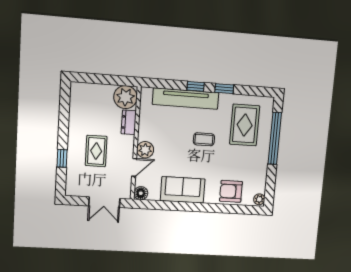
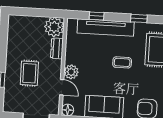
window: (196, 86) -> (97, 16), moved
door: (134, 167) -> (62, 87), hinge flipped

